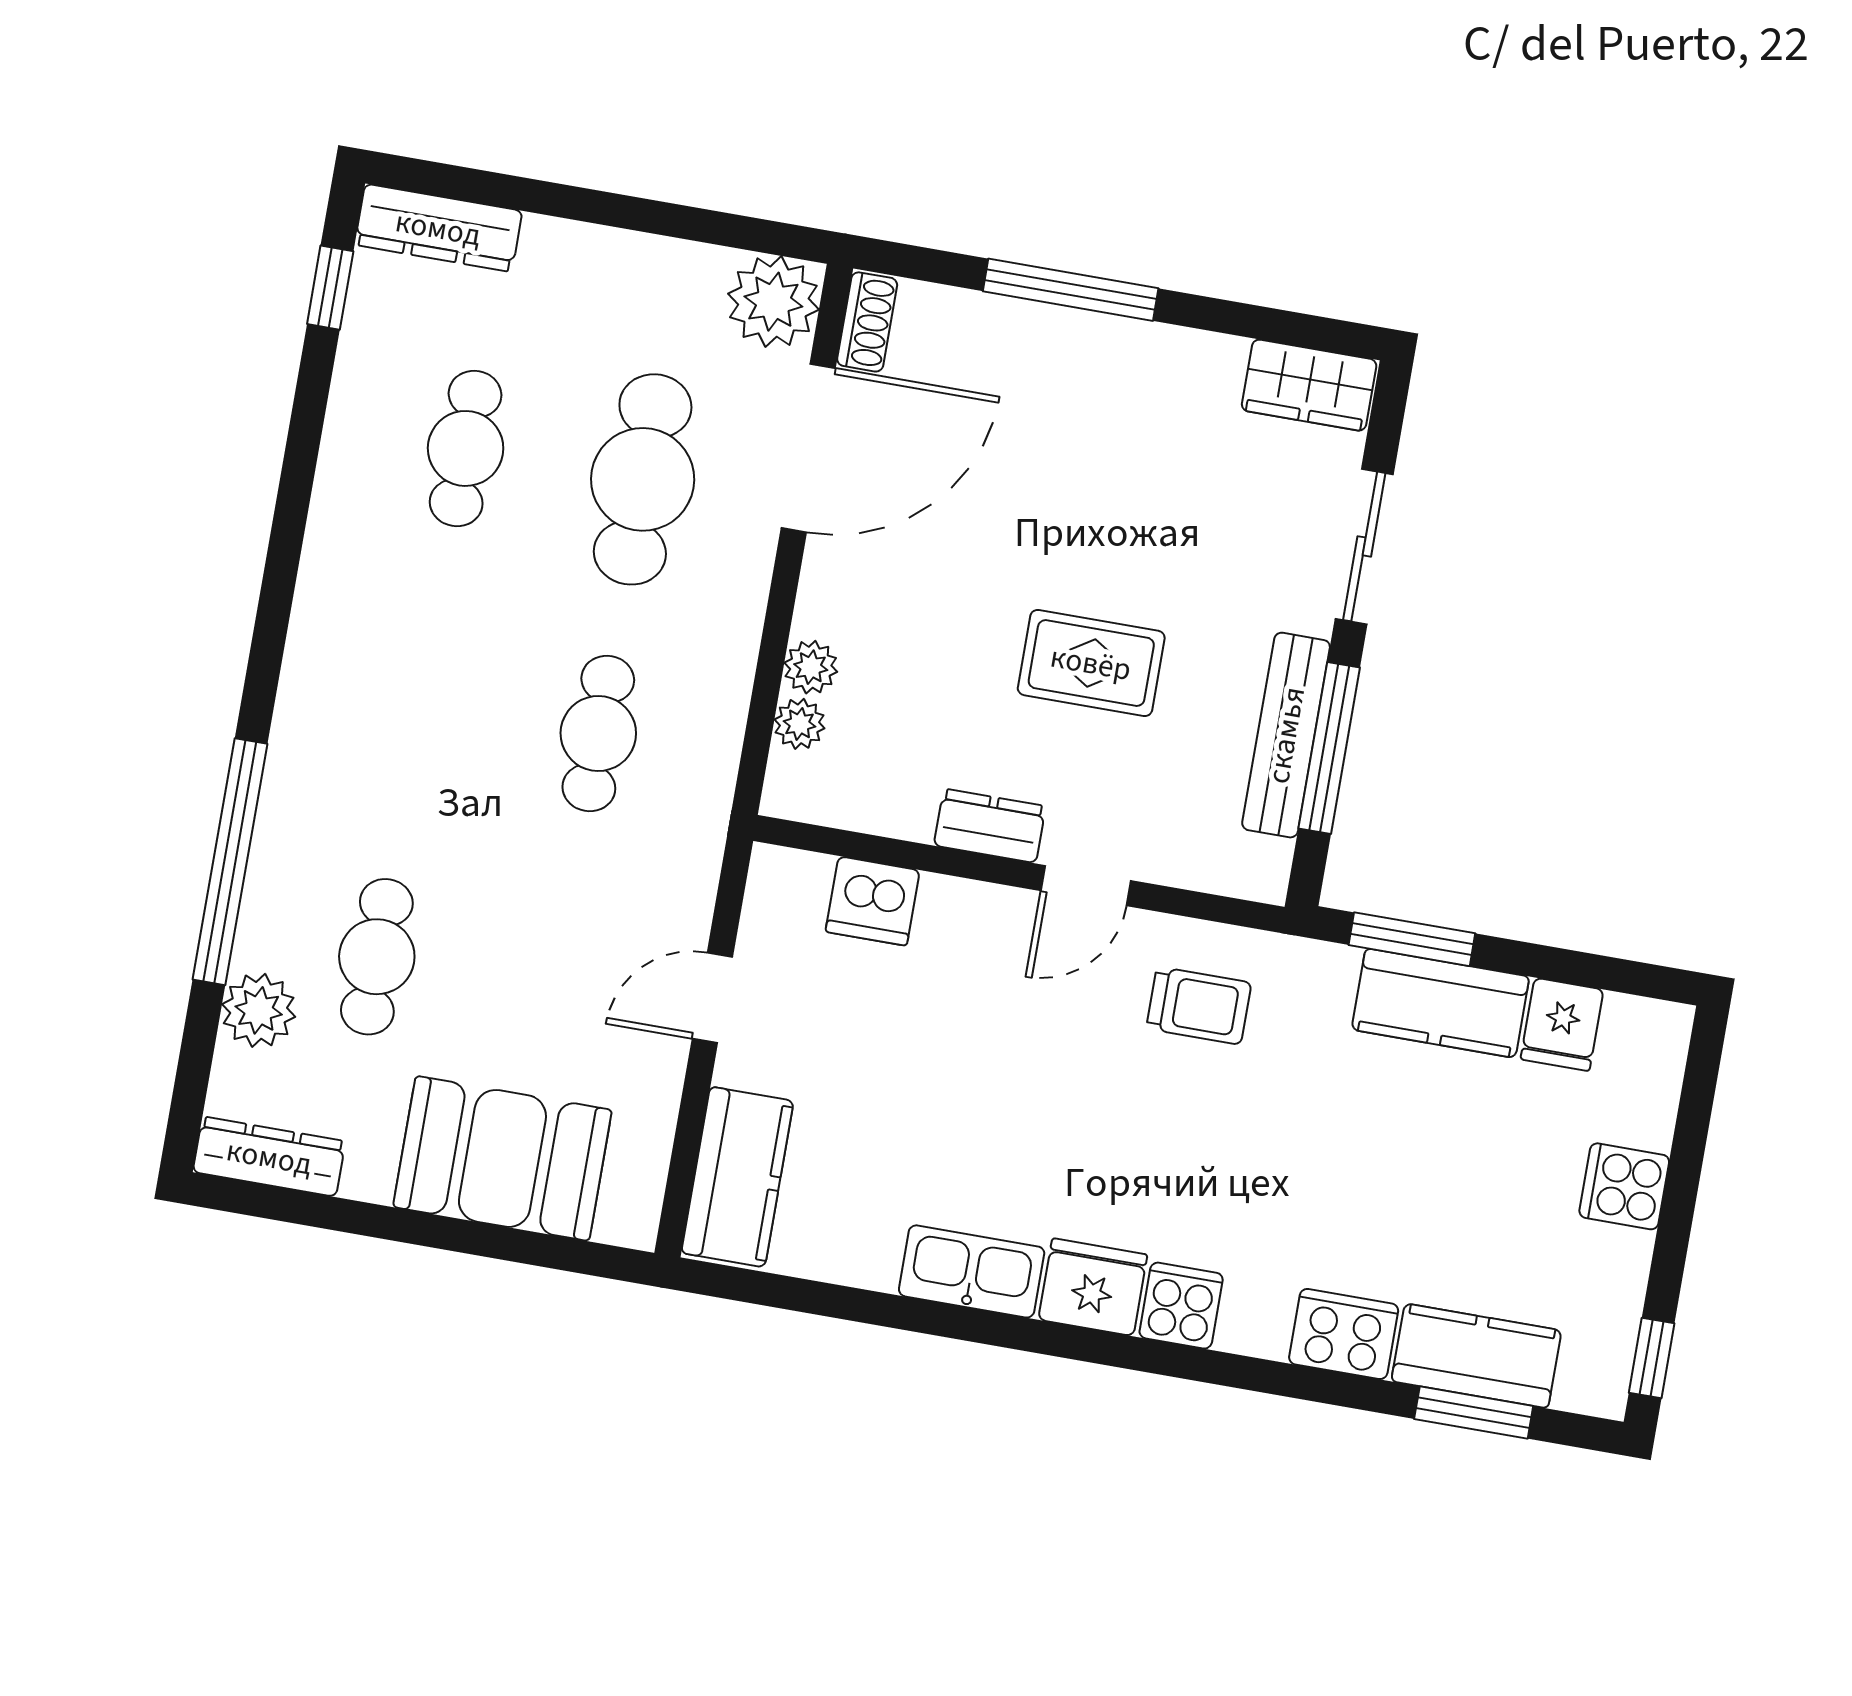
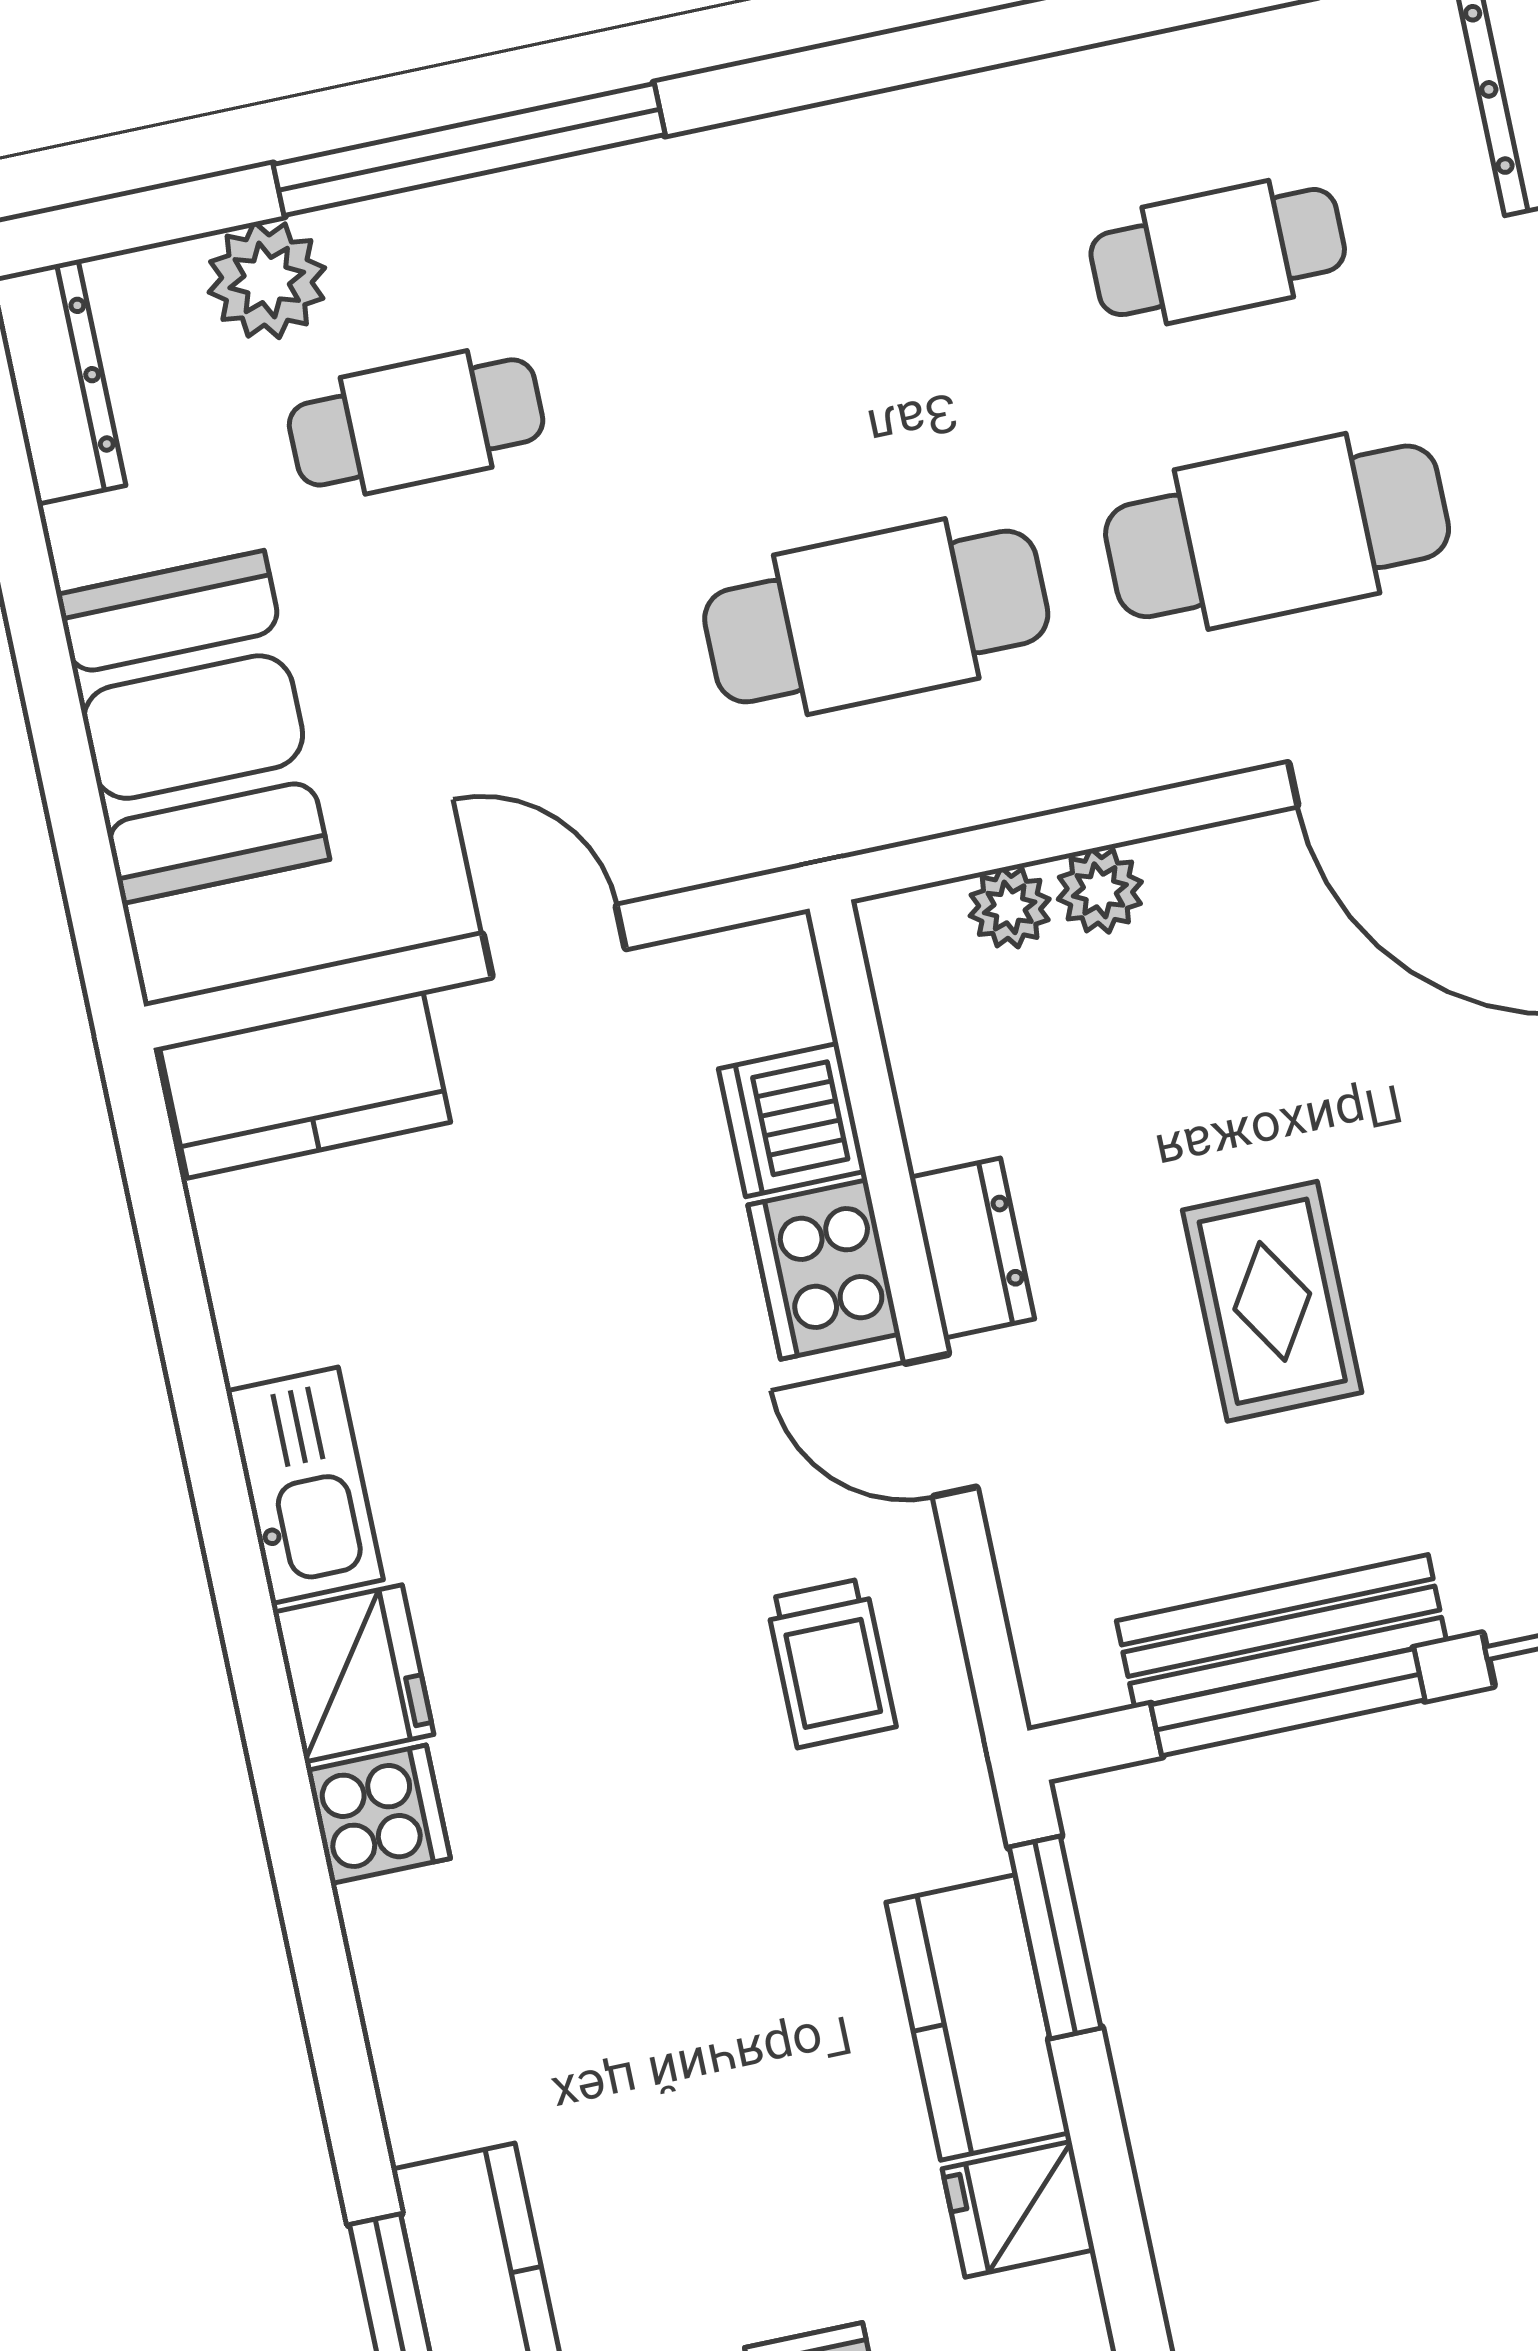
cafe table: (598, 733) -> (876, 617), width x1.37, depth x1.35
cooker: (1344, 1334) -> (824, 1270), moved, turned 180

